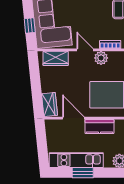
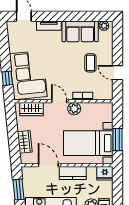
wardrobe: (50, 105) -> (25, 142), moved
window: (42, 144) -> (19, 190), added

